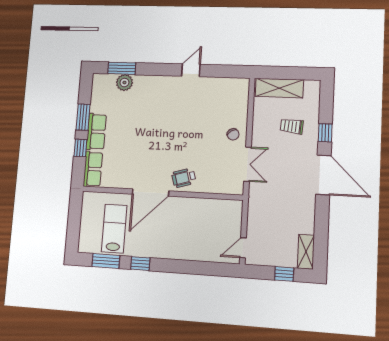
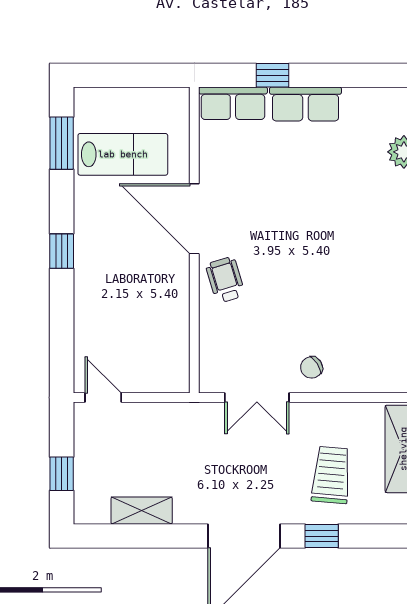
window: (83, 117) -> (333, 75), removed
trolley: (292, 126) -> (331, 475), width x1.36, depth x1.39
shelving: (306, 252) -> (142, 511), moved
window: (140, 263) -> (62, 251), moved

